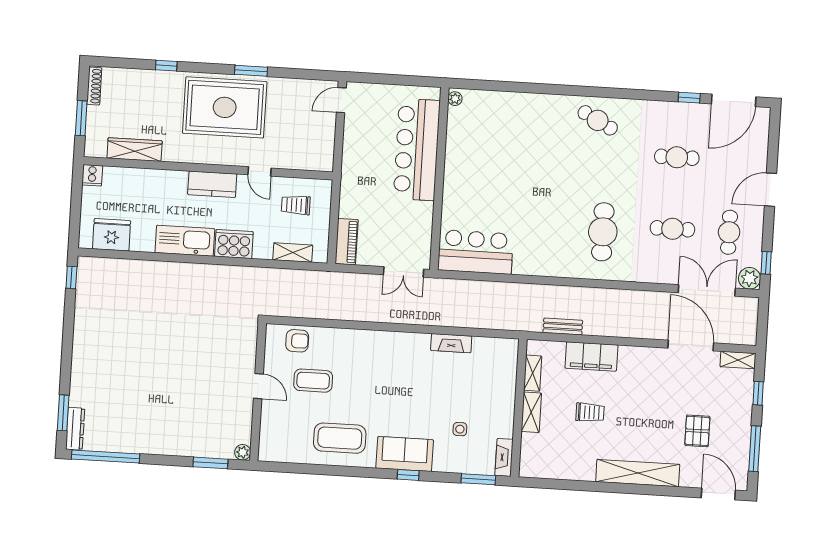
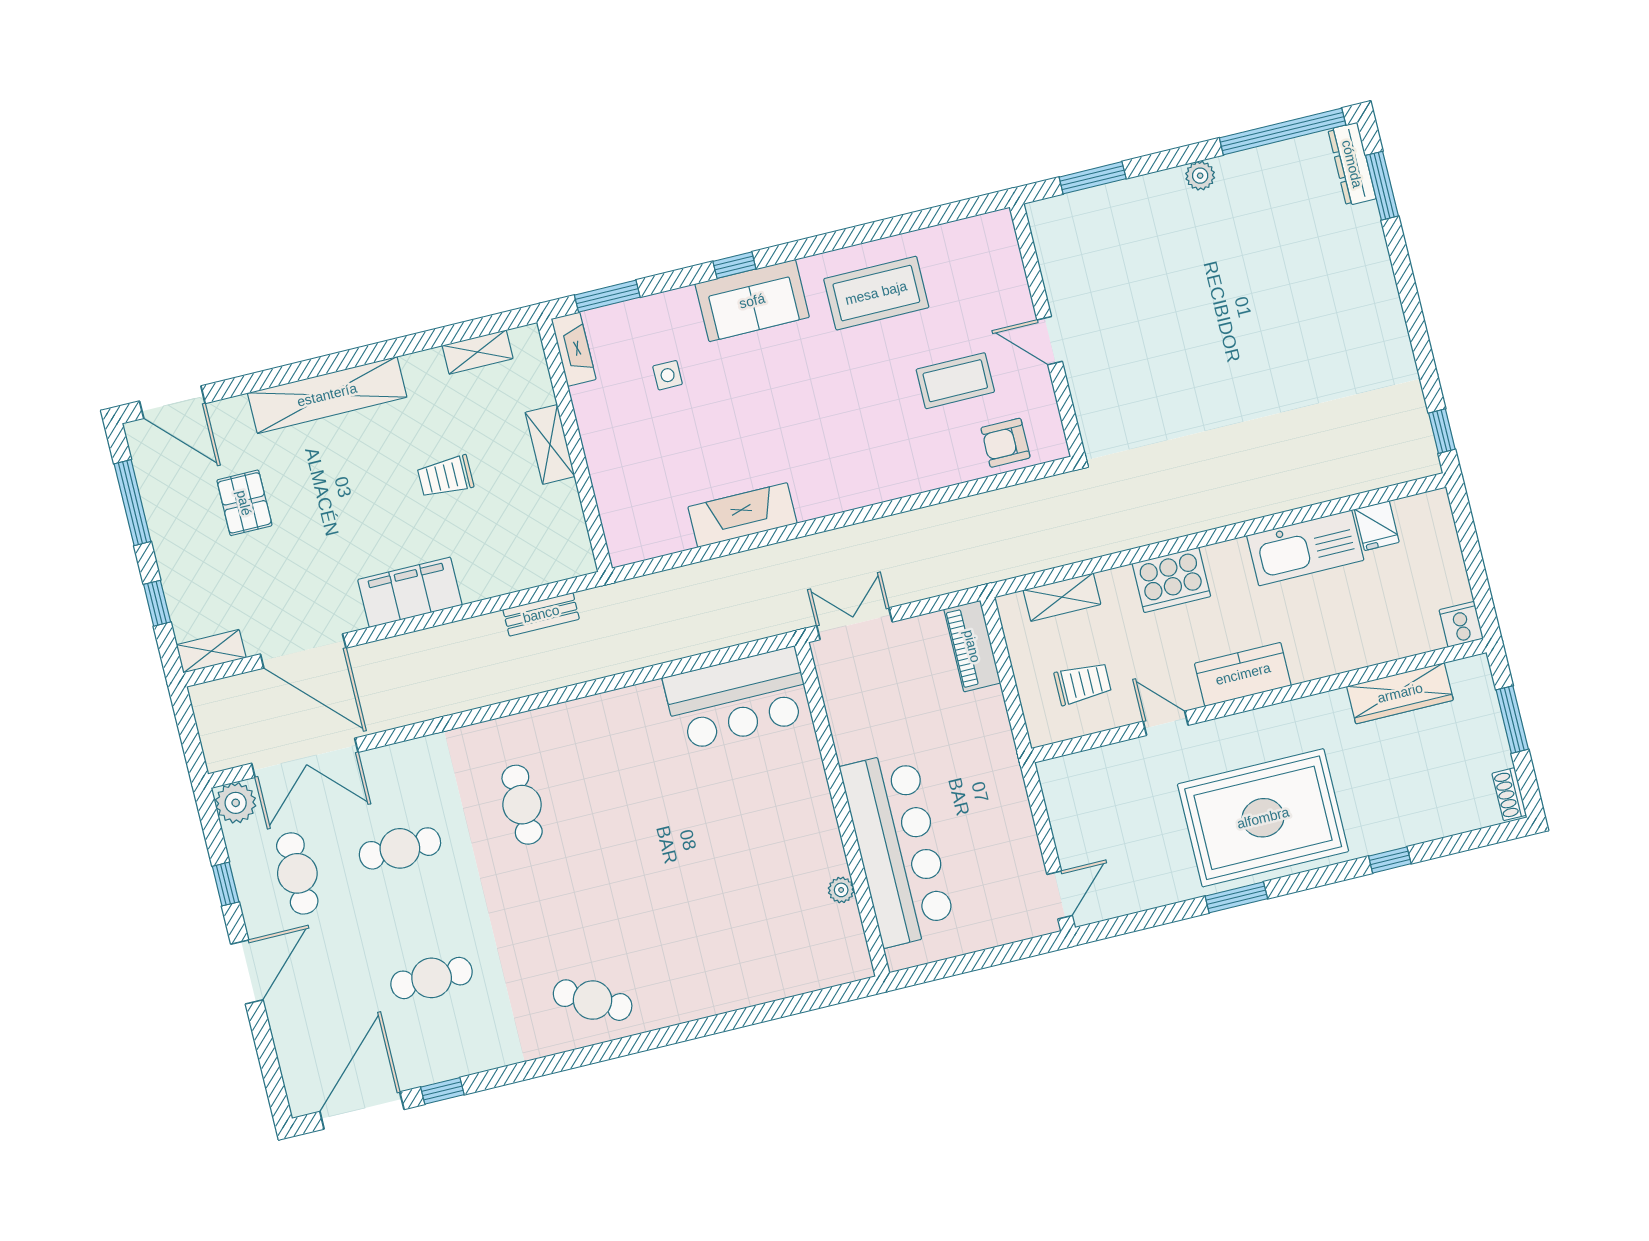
shoe rack: (94, 86) -> (1509, 794), width x0.70
plant: (455, 99) -> (841, 890), moved
cafe table: (603, 232) -> (522, 805), width x0.73, depth x0.74
fridge: (112, 235) -> (1377, 526), width x0.53, depth x0.75
kitchen sink: (185, 241) -> (1305, 548), moved
window: (766, 263) -> (226, 884), moved
fireplace: (451, 343) -> (742, 515), width x1.37, depth x1.32
filing cabinet: (591, 356) -> (410, 592), moved
shelving: (533, 373) -> (478, 352), moved, turned 90
plant: (243, 452) -> (1200, 176), moved

